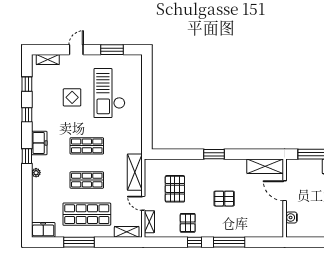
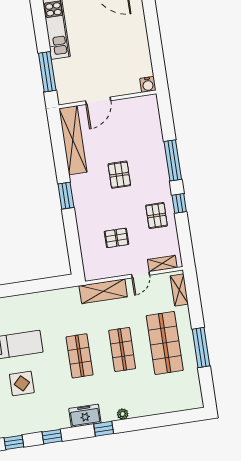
shelving: (265, 166) -> (73, 140), width x1.47
pallet: (175, 189) -> (116, 238), width x0.67, depth x0.71
water cooler: (292, 218) -> (148, 84), moved
pallet: (188, 223) -> (157, 216), turned 90
freezer: (43, 230) -> (192, 394), removed

